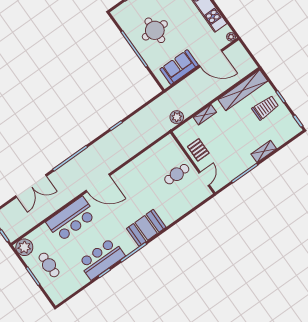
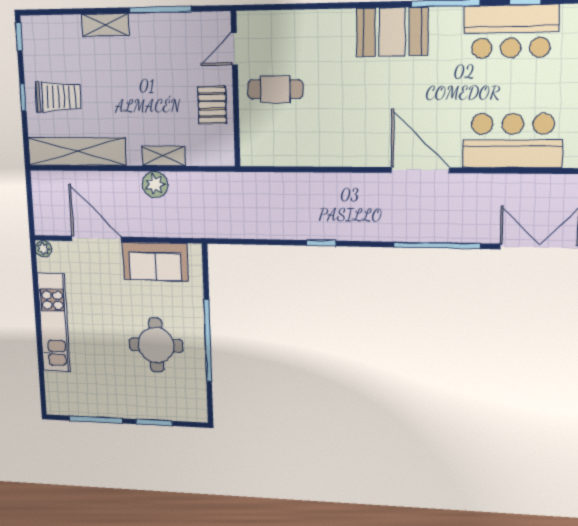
trolley: (265, 108) -> (58, 97), turned 180
plant: (177, 117) -> (155, 184), moved

